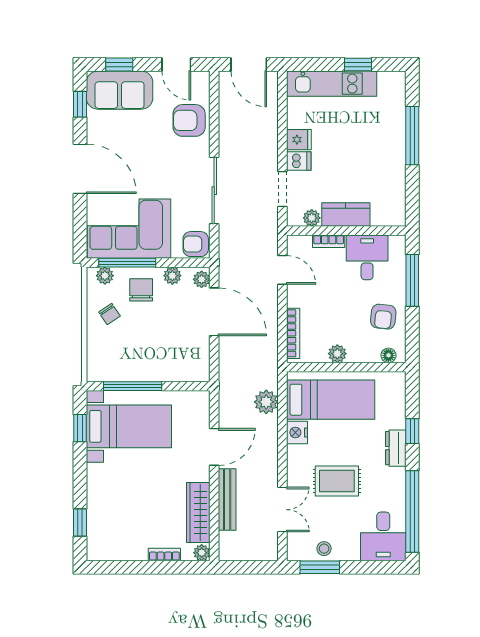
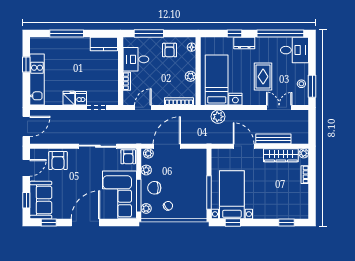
kitchen counter: (346, 214) -> (104, 44), moved, turned -90
plant: (312, 218) -> (113, 91), removed
armchair: (383, 317) -> (170, 50), turned 84

